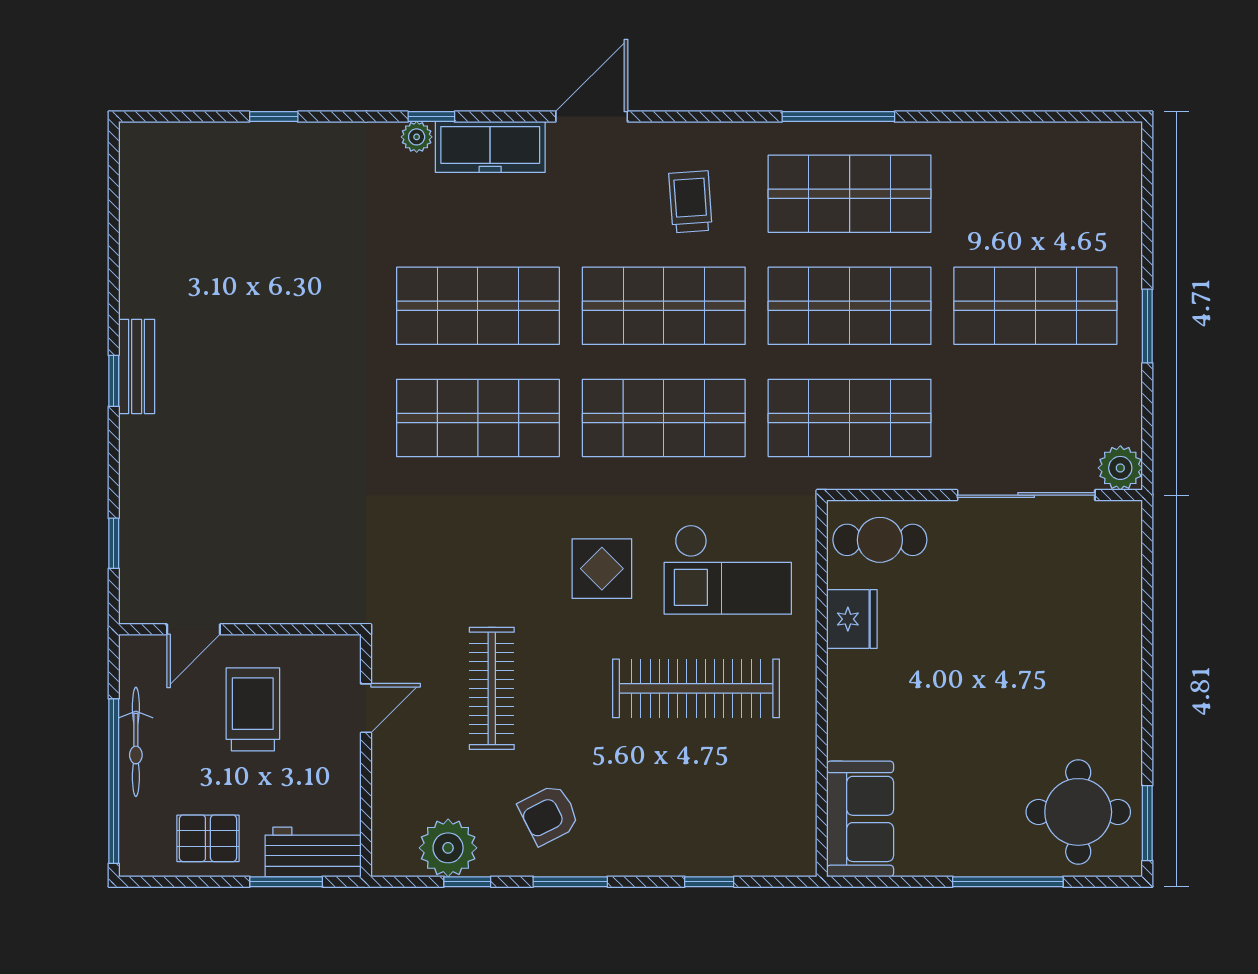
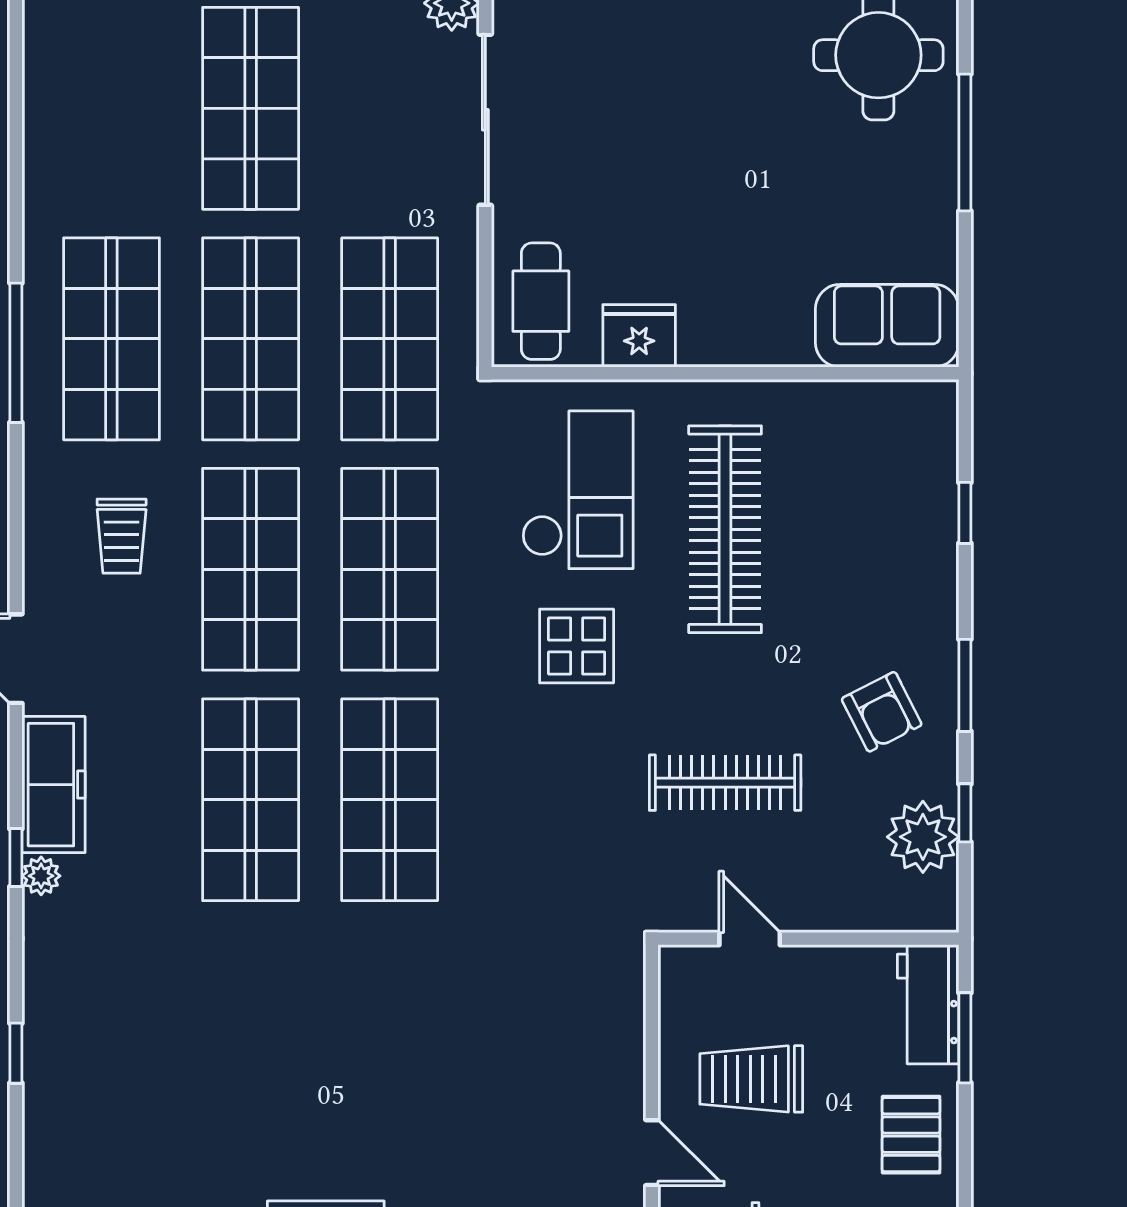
trolley: (690, 202) -> (122, 536), turned -86

